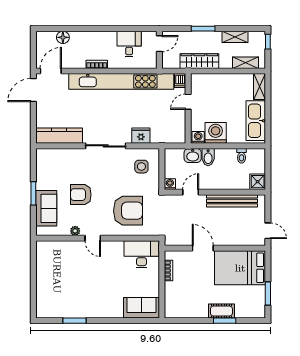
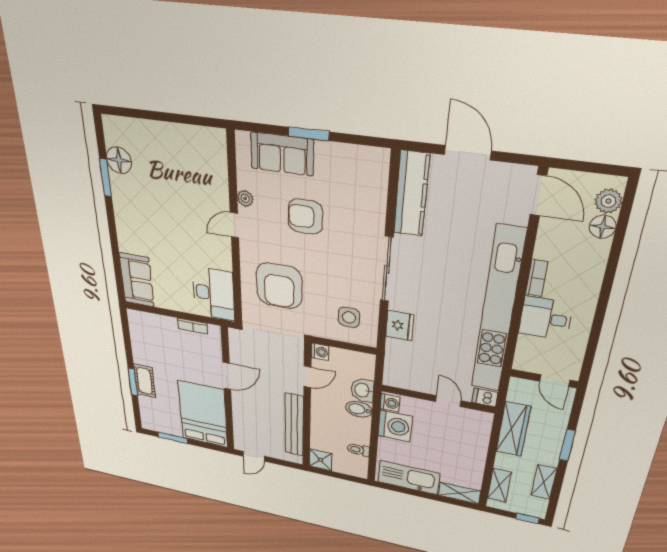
plant: (49, 37) -> (608, 201), added
desk: (129, 44) -> (545, 318), moved, turned 180
door: (33, 90) -> (468, 153), moved
door: (191, 192) -> (307, 377), hinge flipped
armchair: (81, 195) -> (305, 217), turned -90
floor lamp: (62, 310) -> (119, 160), added

